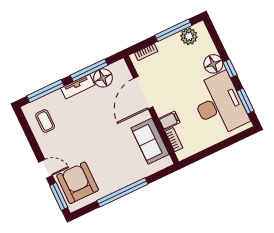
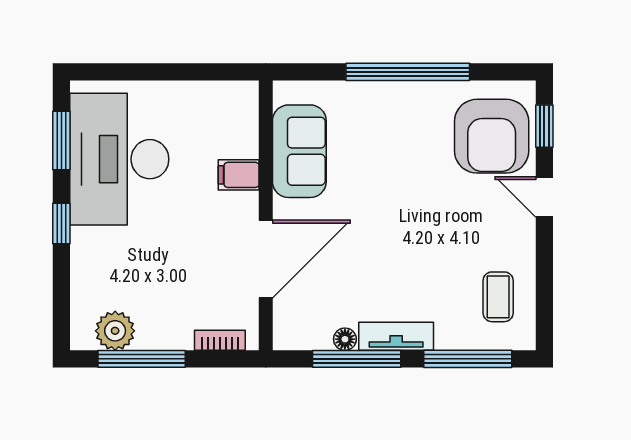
floor lamp: (213, 64) -> (91, 249), removed
floor lamp: (103, 78) -> (345, 339), width x0.53, depth x0.53
bookcase: (174, 140) -> (249, 131), removed
window: (59, 197) -> (544, 126), width x0.67

